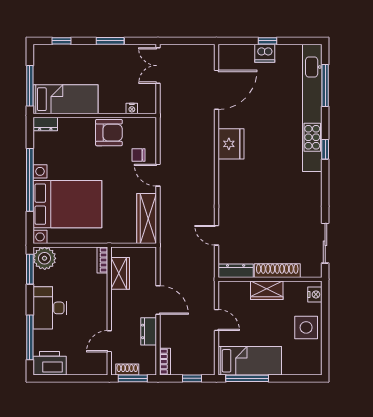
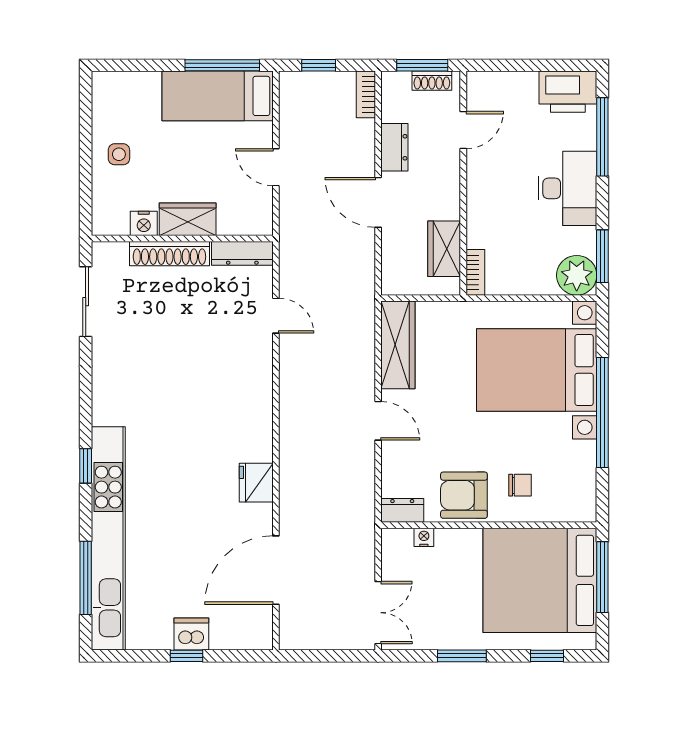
bed: (66, 99) -> (540, 580), width x2.04
dresser: (45, 124) -> (402, 510), moved
fridge: (231, 144) -> (256, 483), width x0.73, depth x0.75
chair: (139, 155) -> (520, 485), moved
nightstand: (315, 294) -> (144, 223), moved, turned -90
side table: (306, 327) -> (119, 154), width x0.54, depth x0.54

